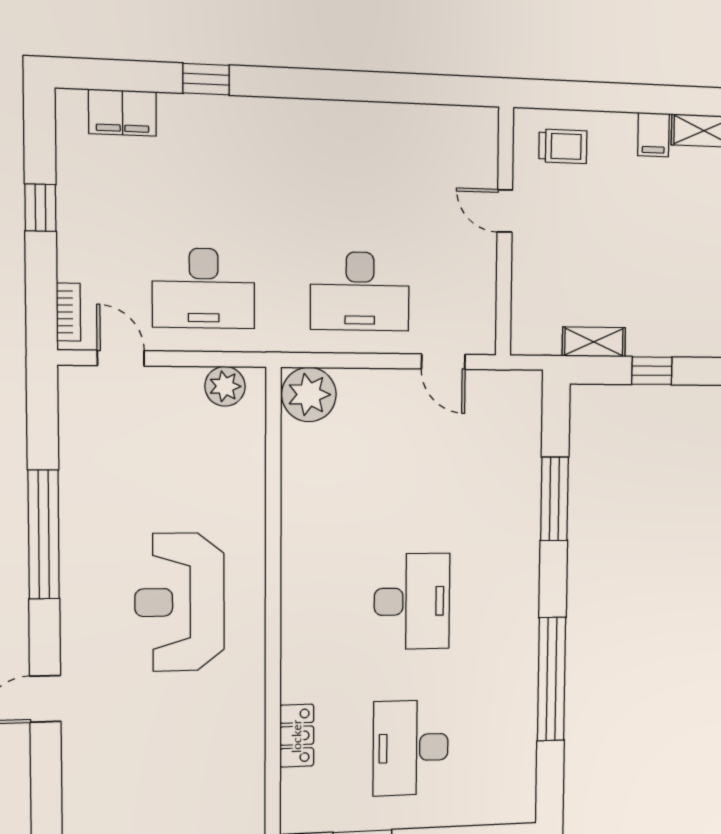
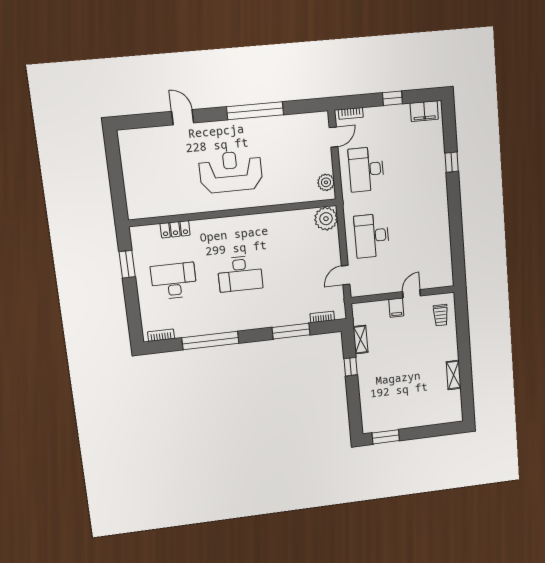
filing cabinet: (122, 113) -> (424, 111), moved, turned -90
filing cabinet: (653, 135) -> (396, 308), moved, turned -90
bookcase: (532, 425) -> (322, 317), added
bookcase: (526, 784) -> (161, 335), added

